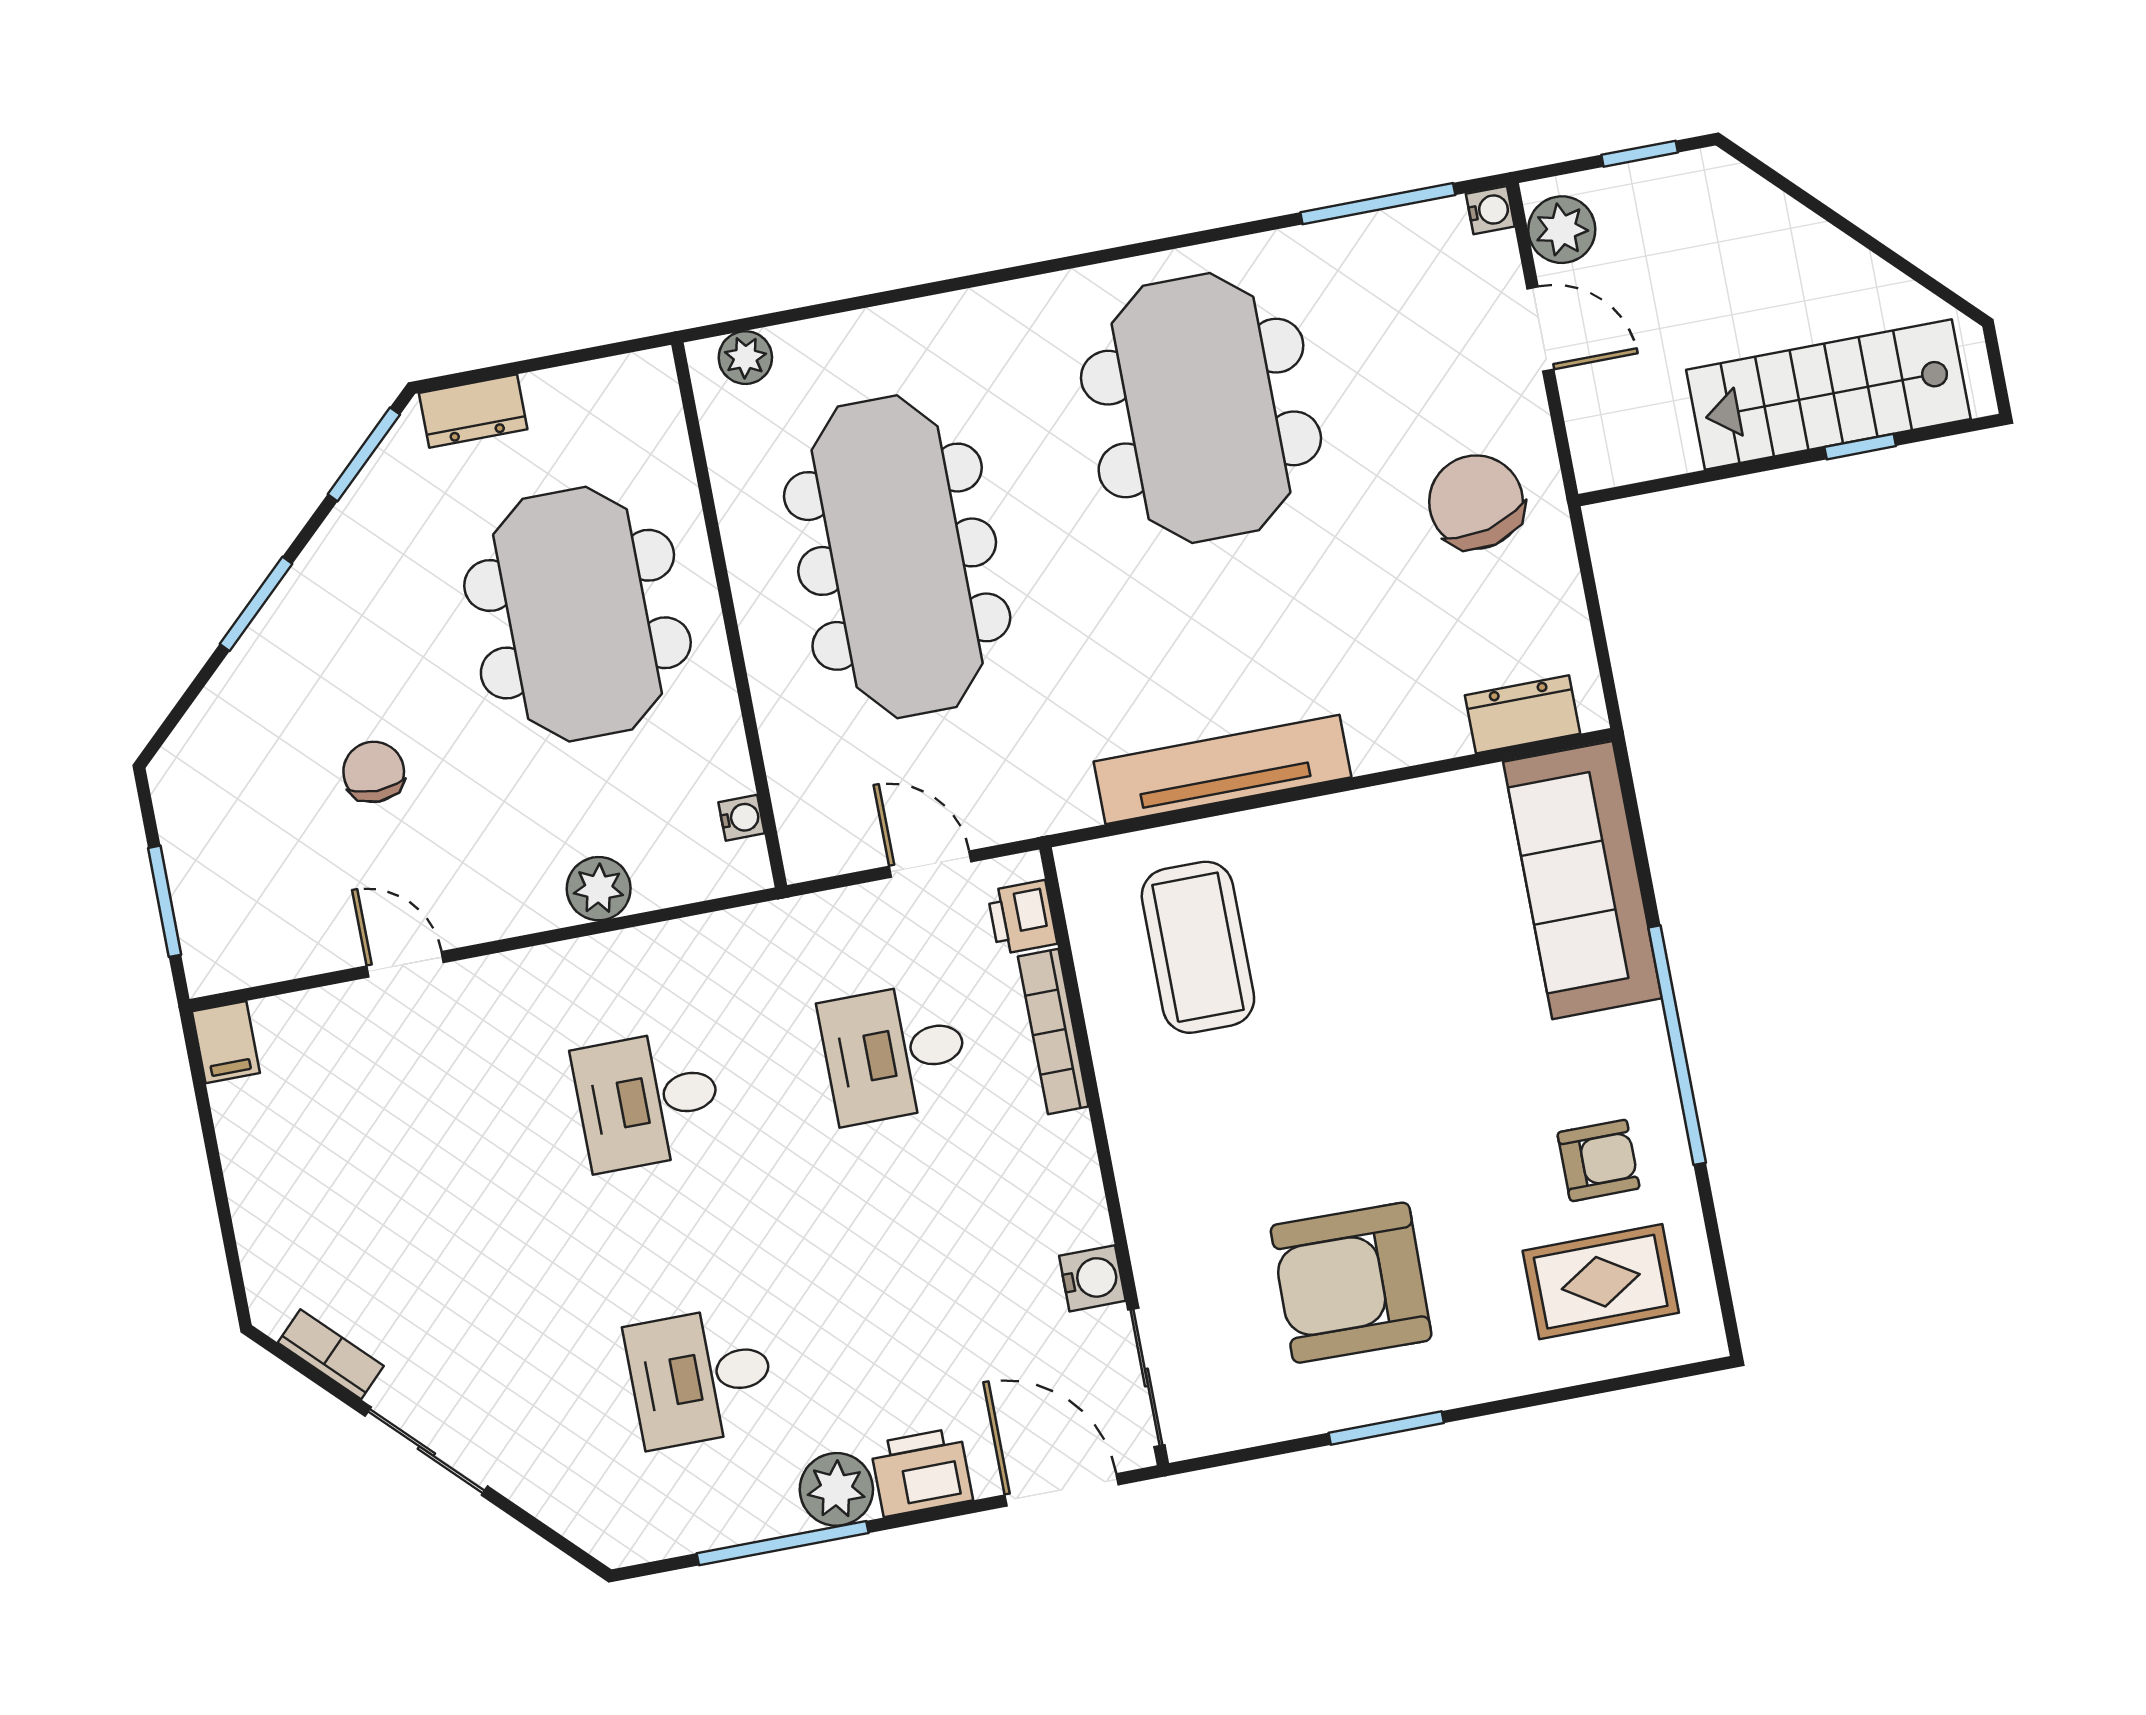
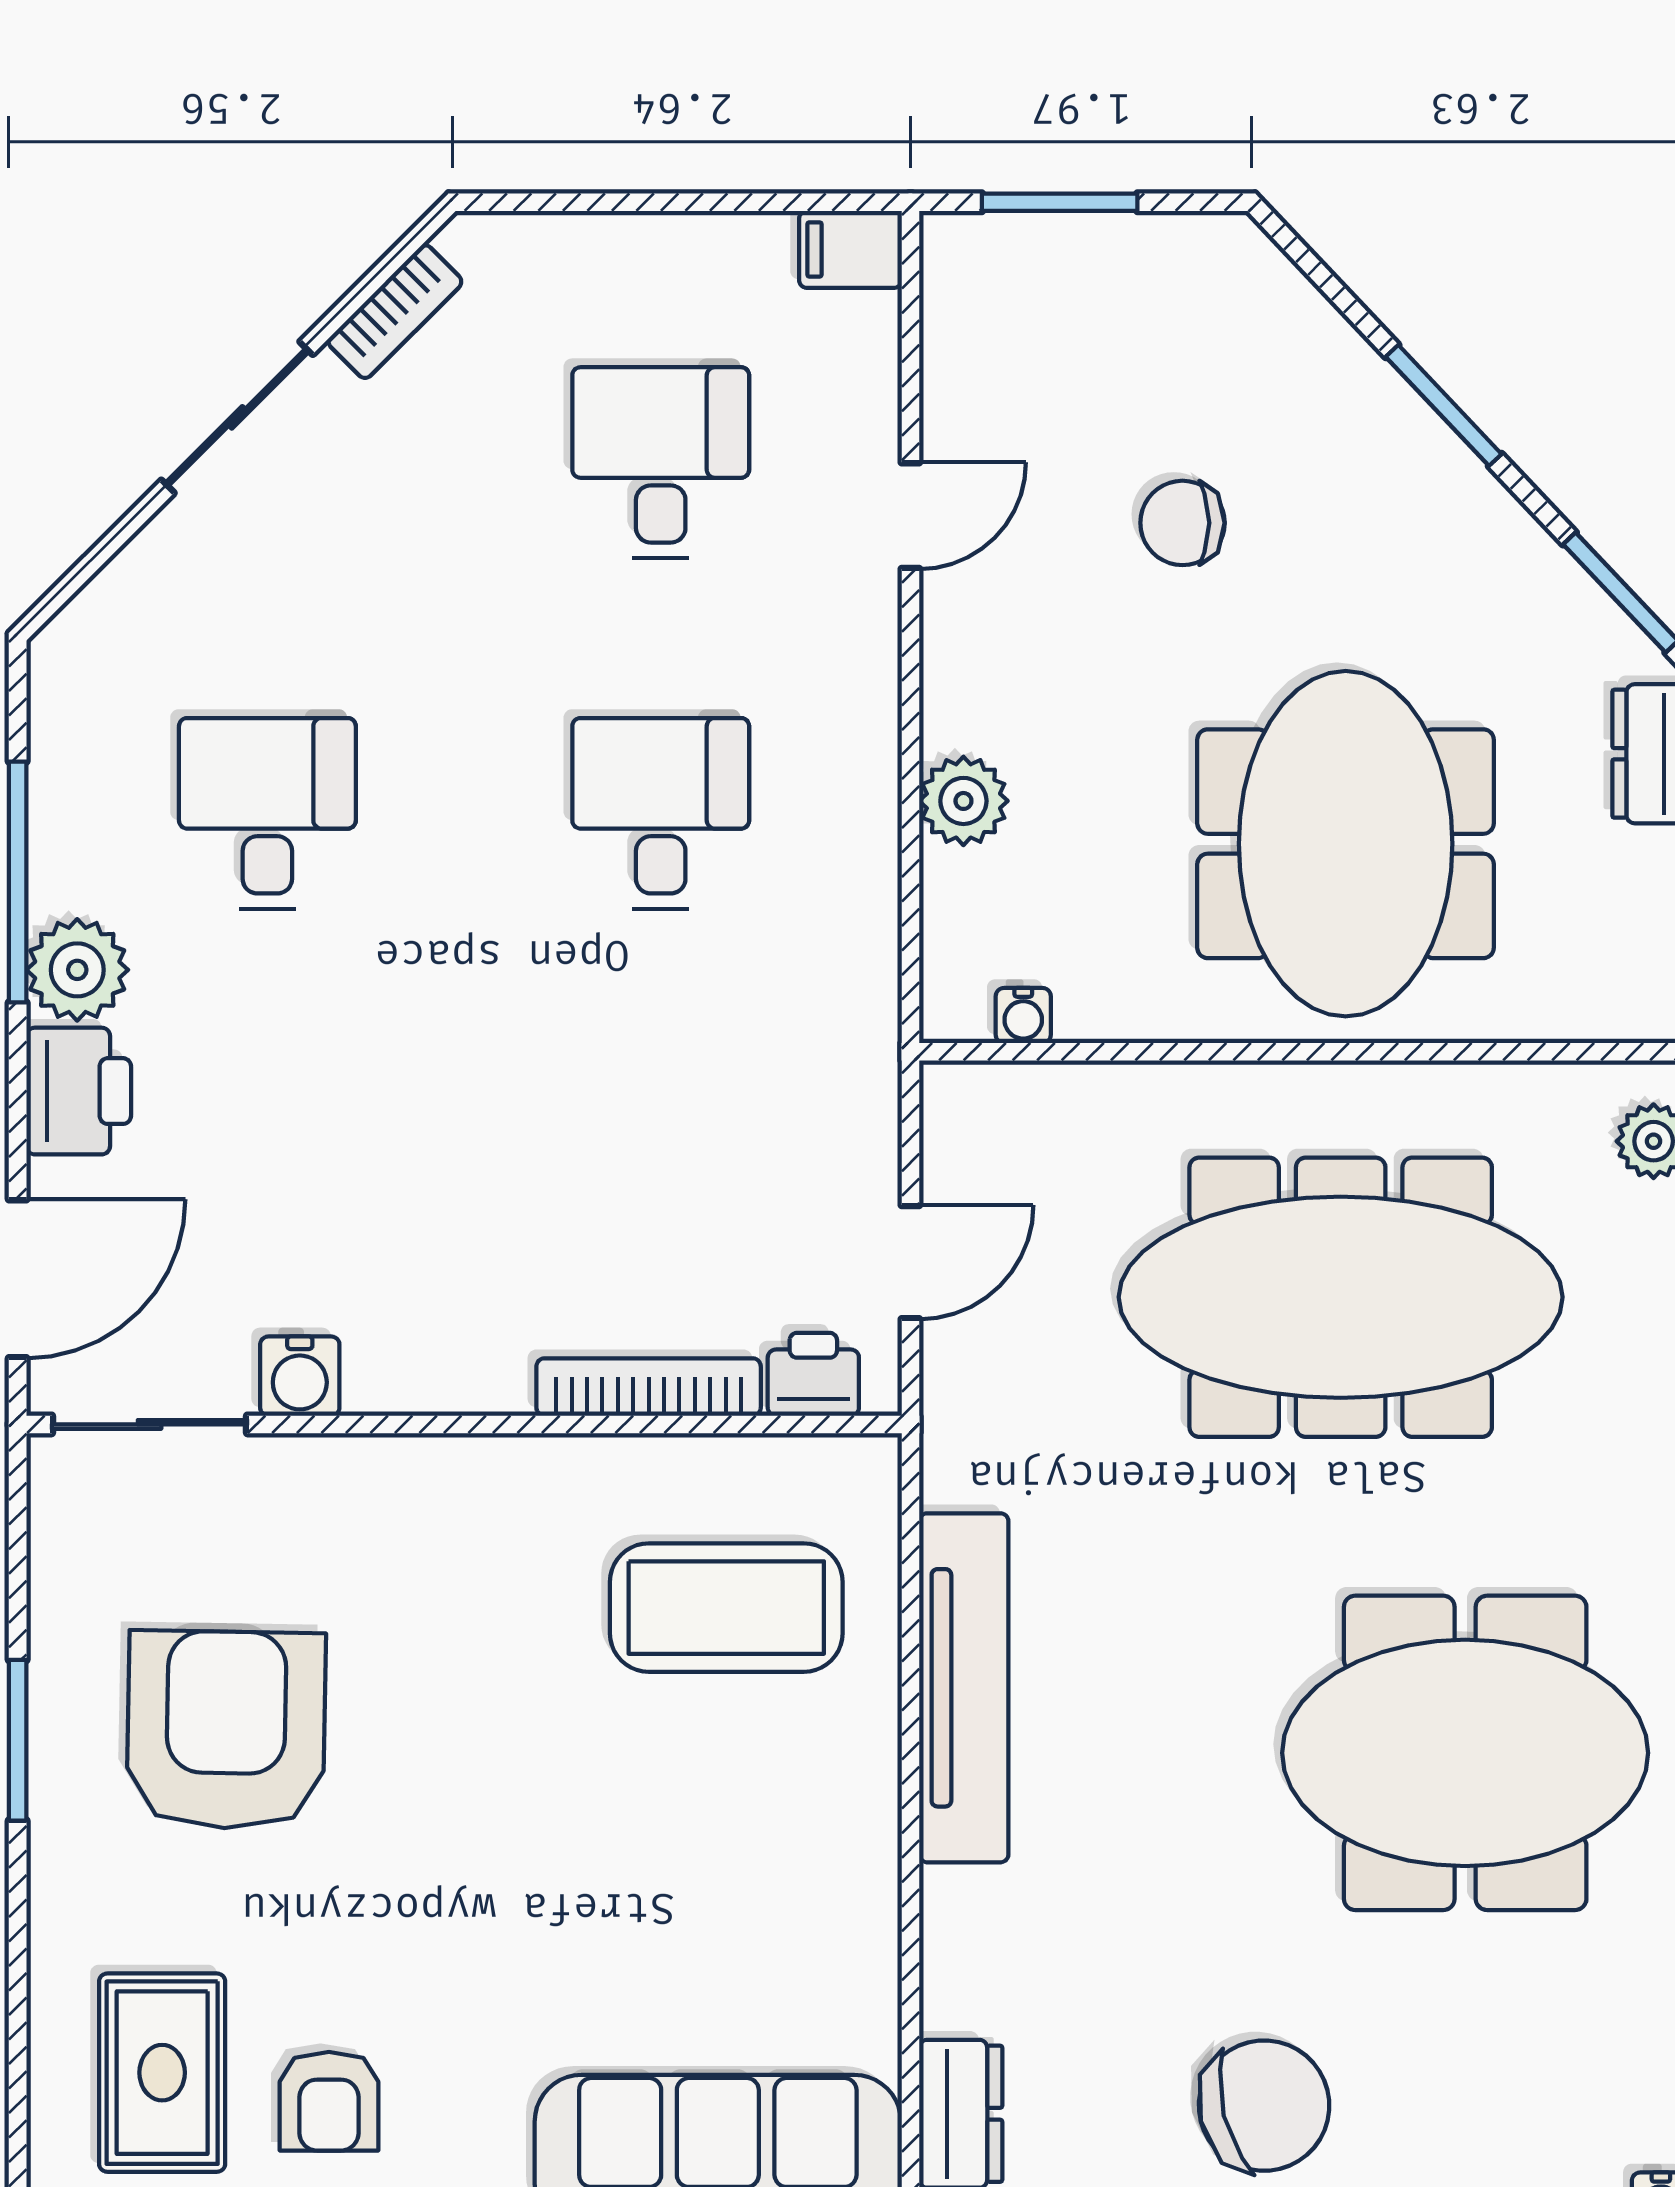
meeting table: (577, 614) -> (1346, 844), turned 90
chair: (374, 772) -> (1182, 523), turned 180
desk: (895, 1053) -> (661, 463), moved

